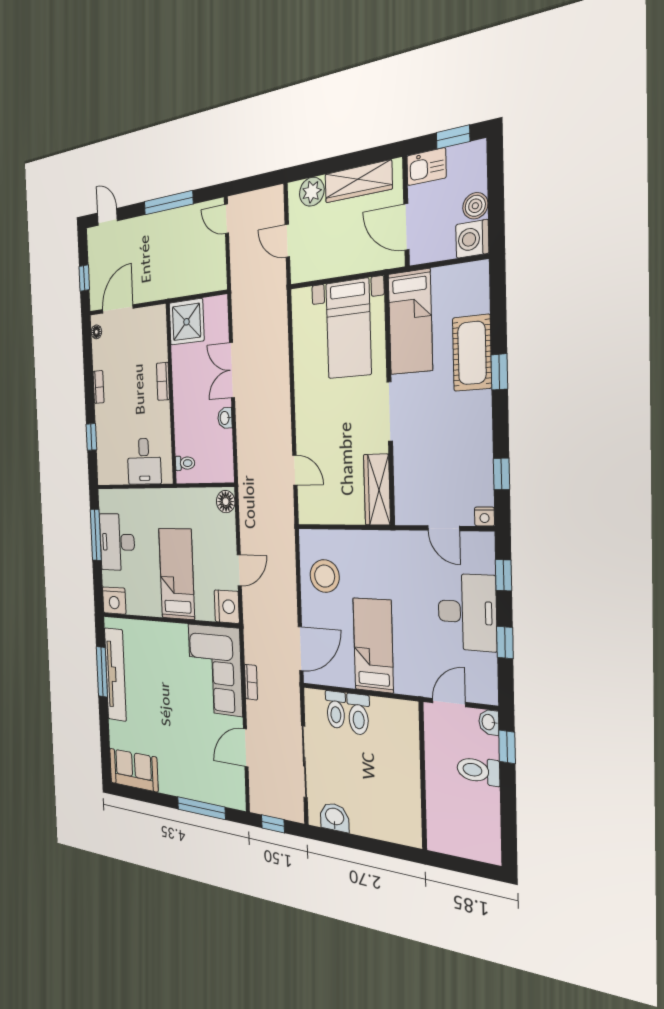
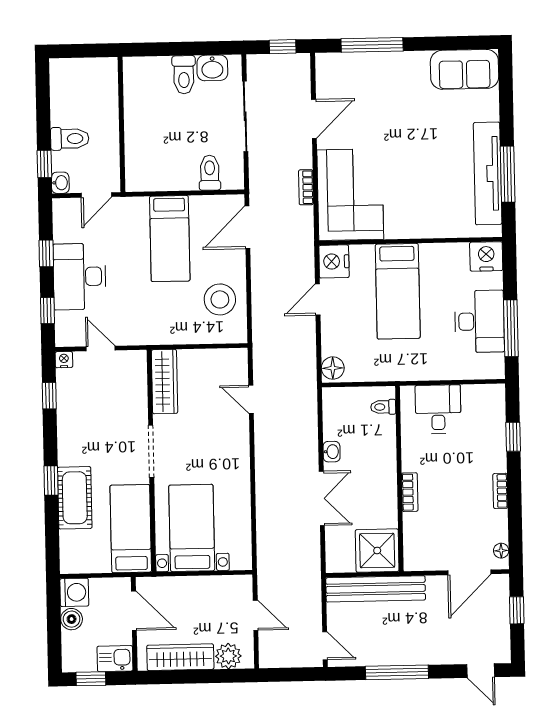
bench: (187, 283) -> (376, 589), added
toilet: (358, 714) -> (184, 75), moved, turned 180

